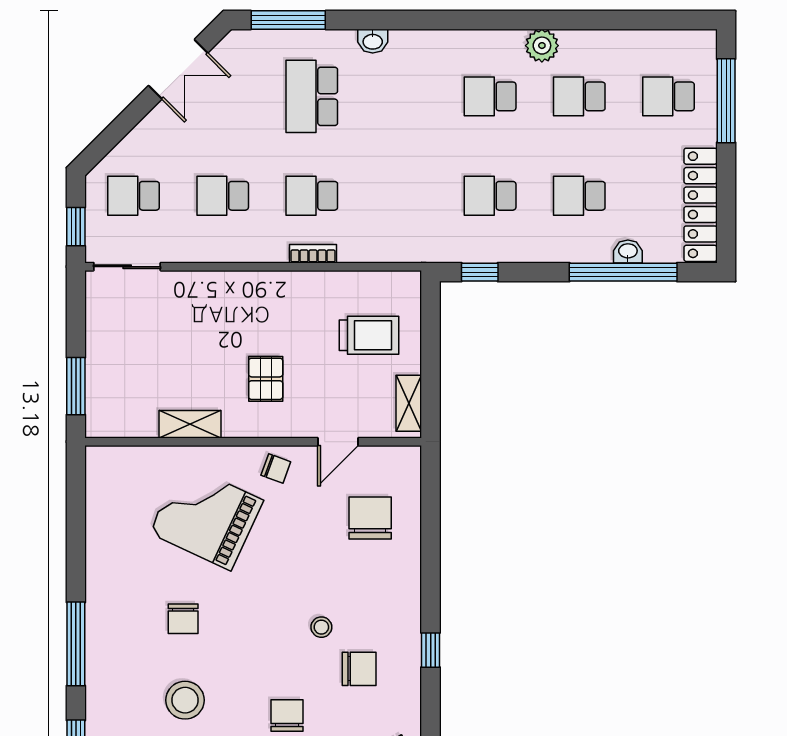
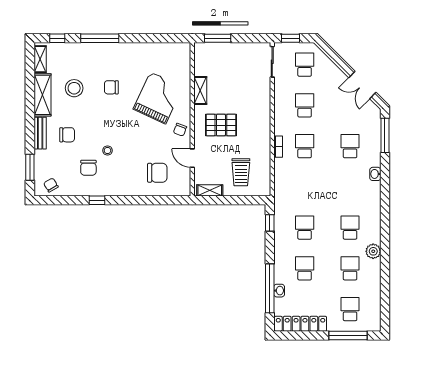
school desk: (312, 96) -> (350, 146), width x0.54
pallet: (266, 379) -> (221, 125), width x1.50, depth x1.42

